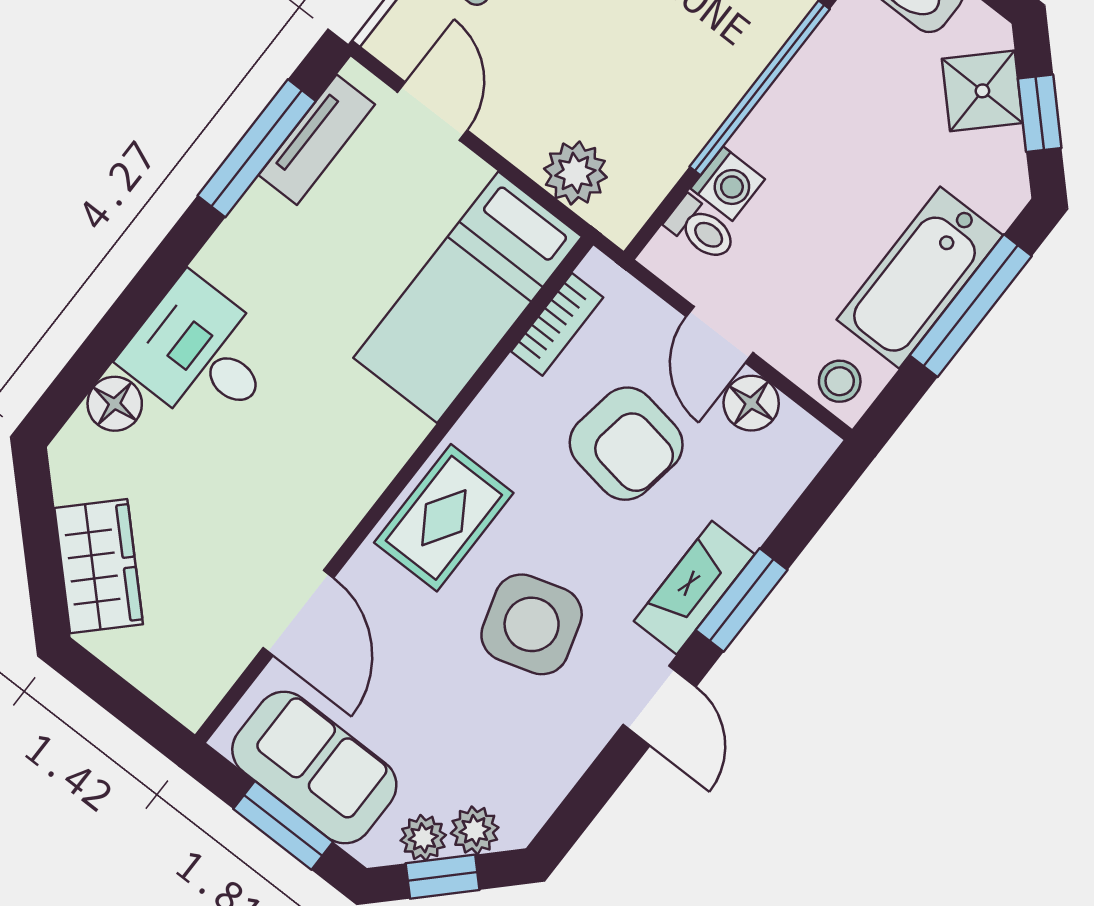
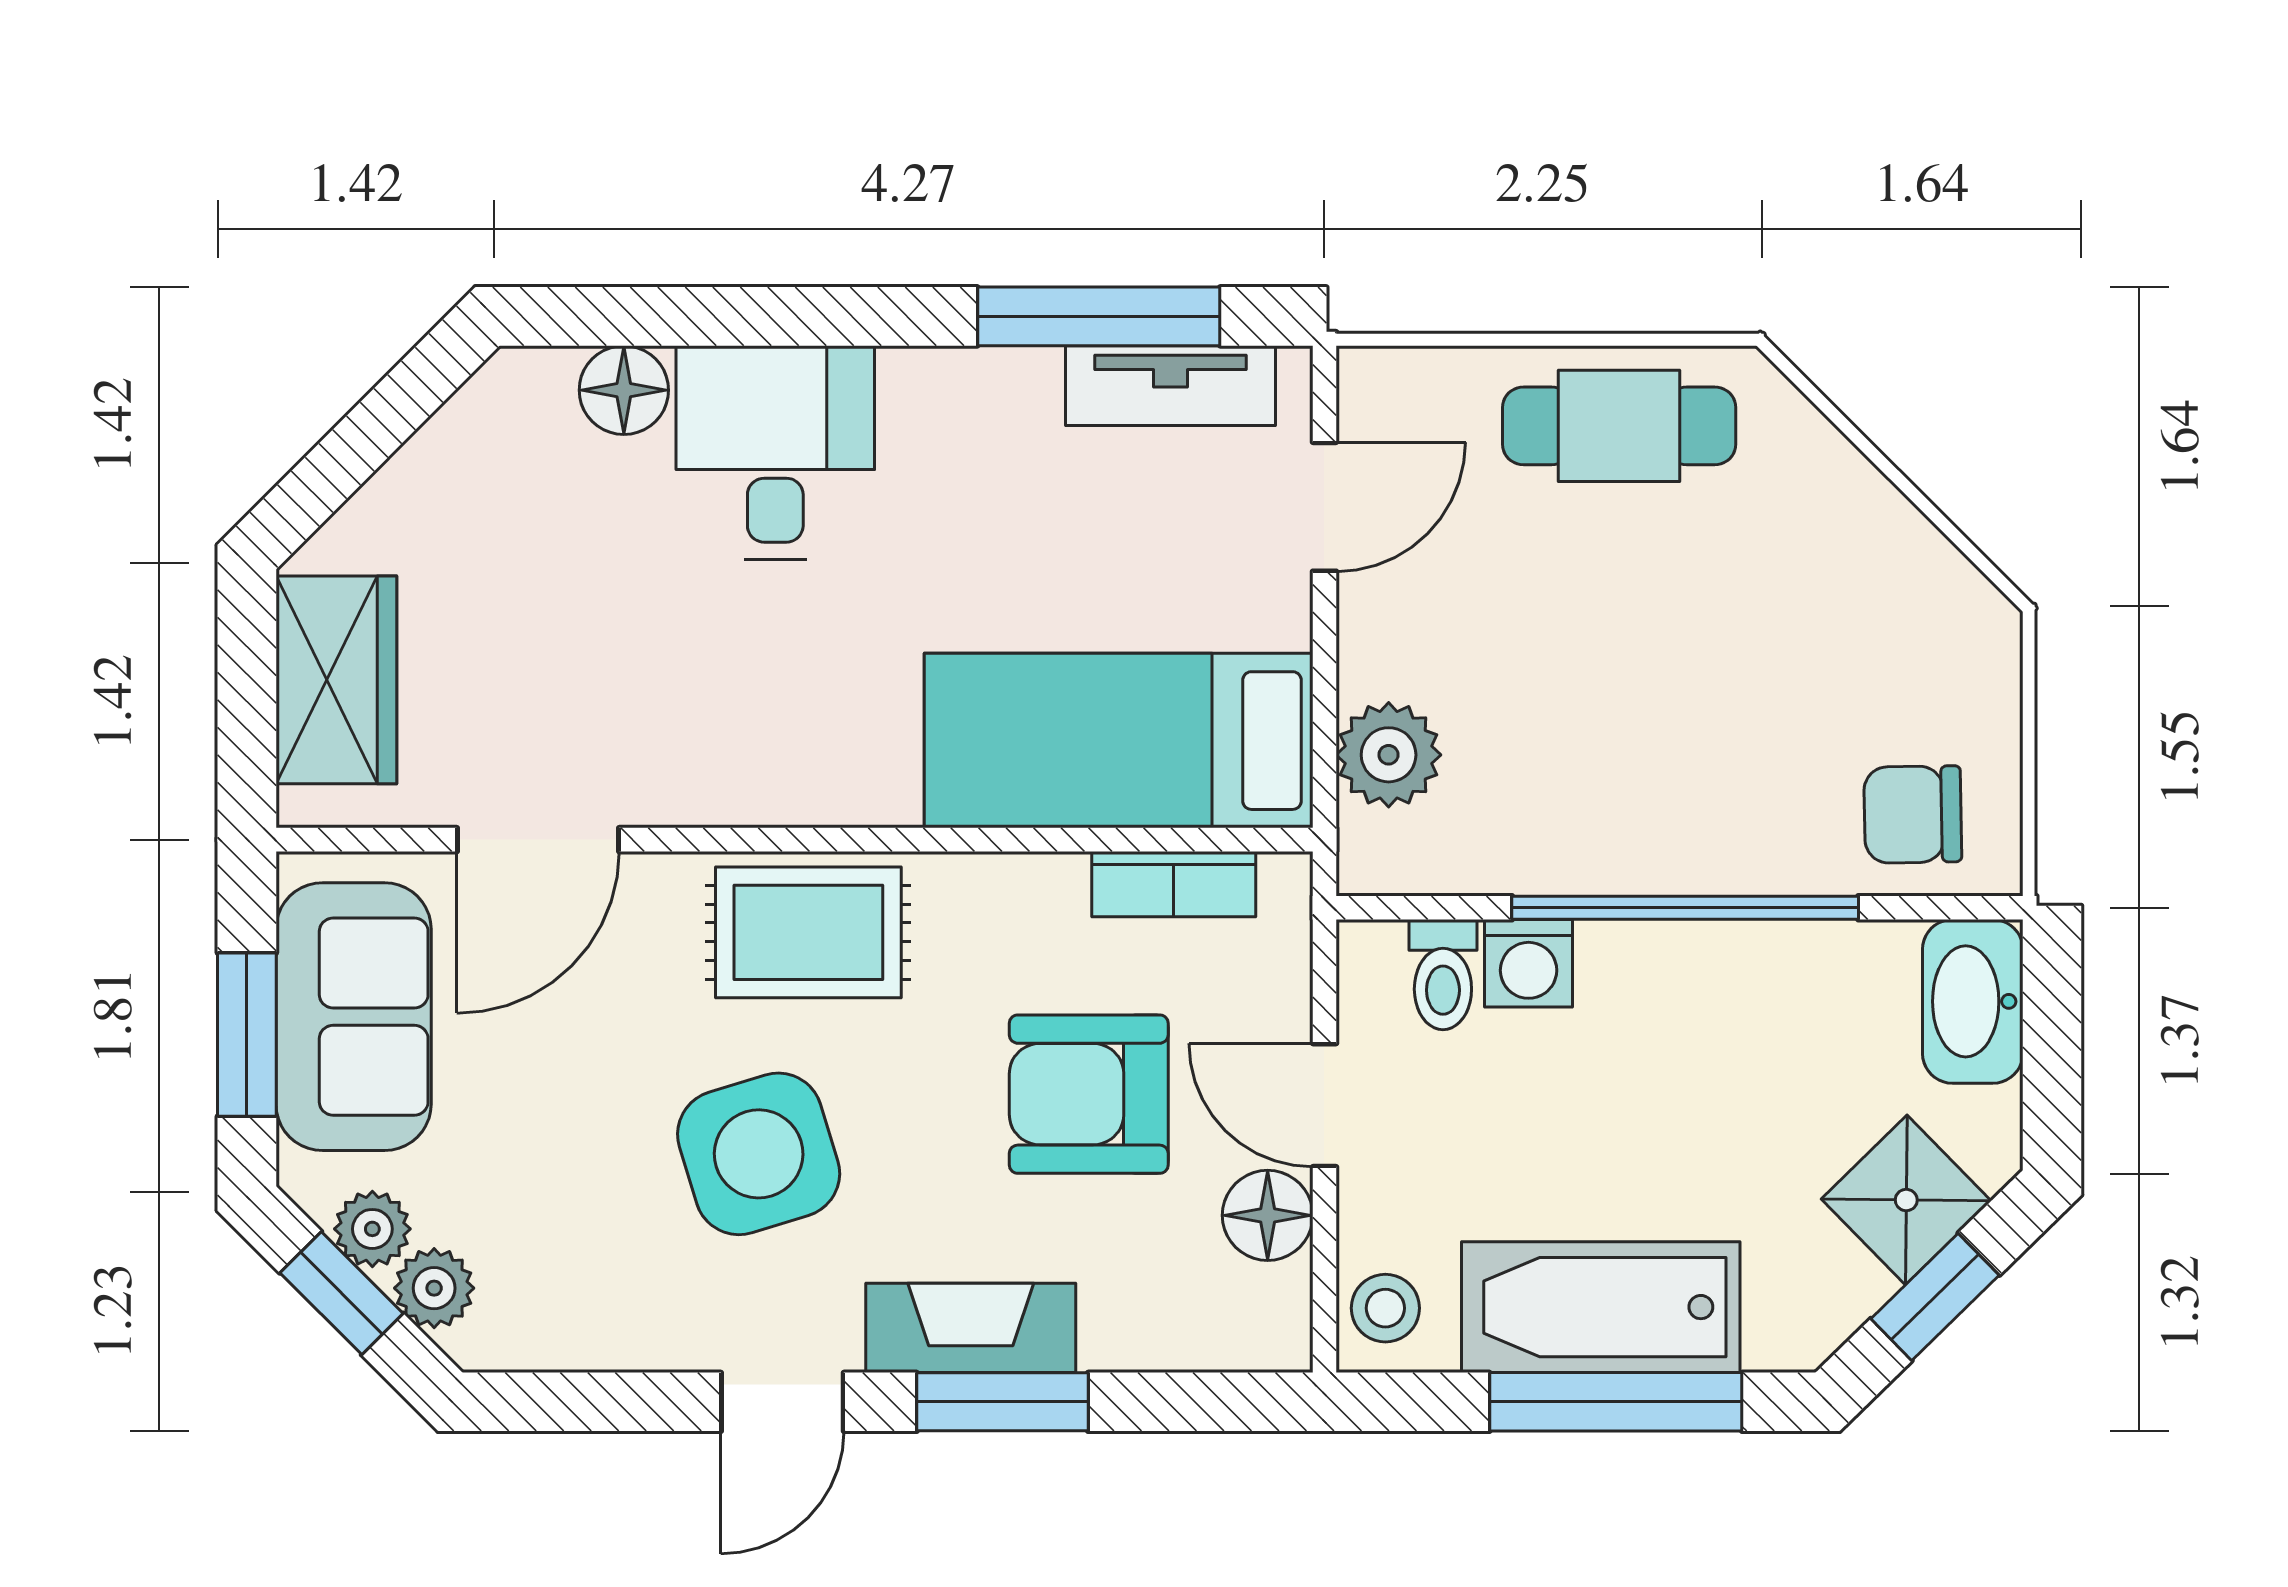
door: (720, 335) -> (1324, 1105), hinge flipped
armchair: (626, 444) -> (1089, 1094), turned 81
wardrobe: (99, 566) -> (336, 680), moved, turned -45

